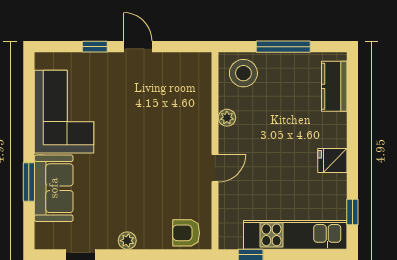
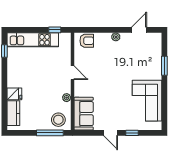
window: (283, 47) -> (50, 133), moved
fridge: (332, 160) -> (14, 94), moved
door: (215, 168) -> (72, 73), swing flipped
sofa: (54, 188) -> (84, 114), moved, turned 180

